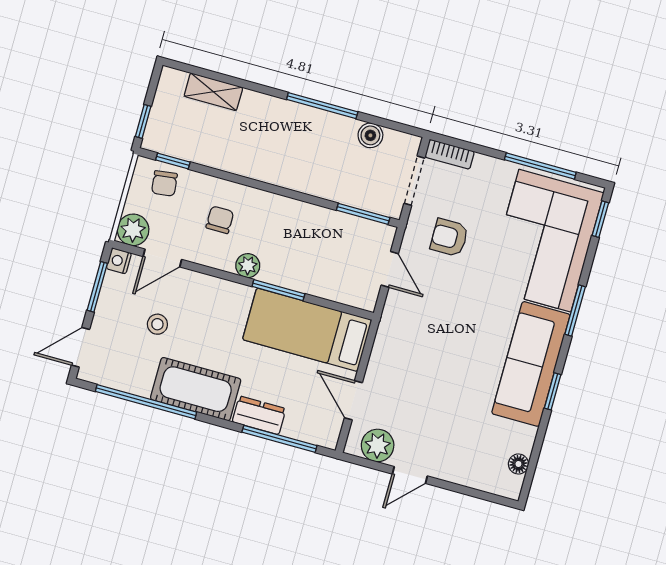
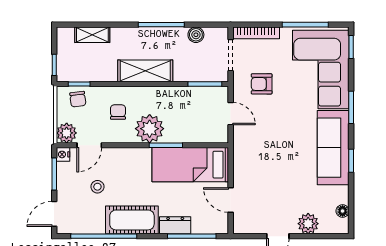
bookcase: (450, 154) -> (256, 33), width x1.56
shelving: (278, 169) -> (145, 71), added
plant: (248, 266) -> (150, 129), width x1.87, depth x1.87
plant: (378, 445) -> (308, 224), moved

